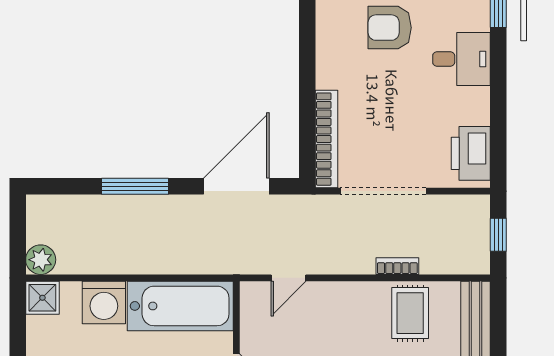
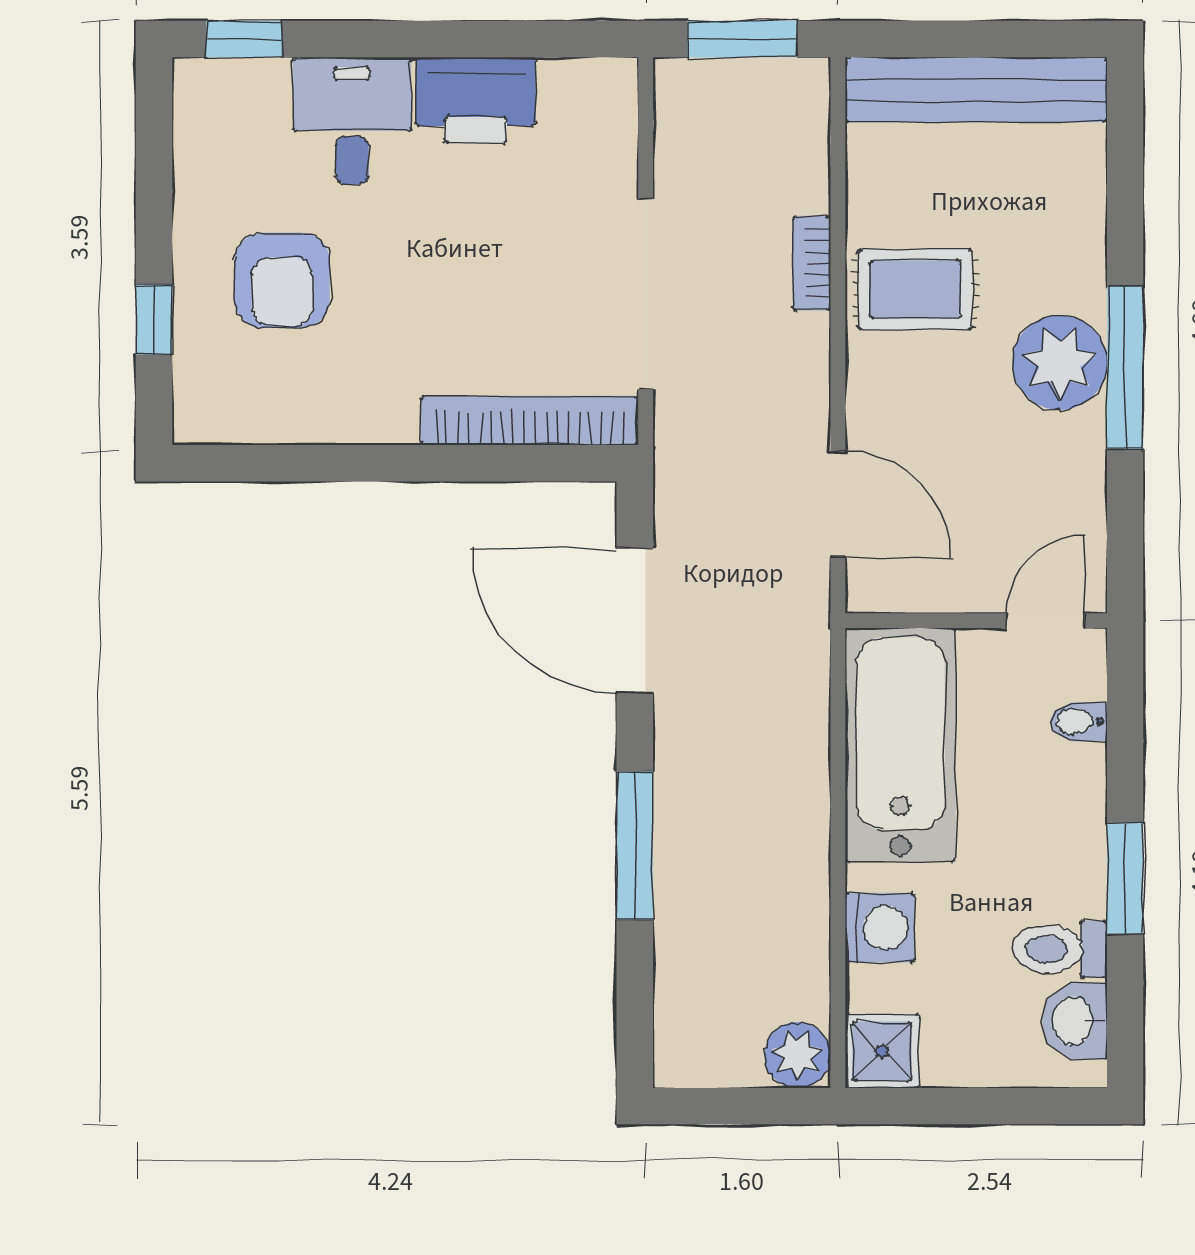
printer: (471, 153) -> (476, 100), moved
window: (498, 235) -> (742, 39), width x1.50
door: (289, 278) -> (838, 505), width x1.38
washing machine: (104, 303) -> (880, 928), width x0.73, depth x0.73
rug: (410, 313) -> (915, 289), moved

